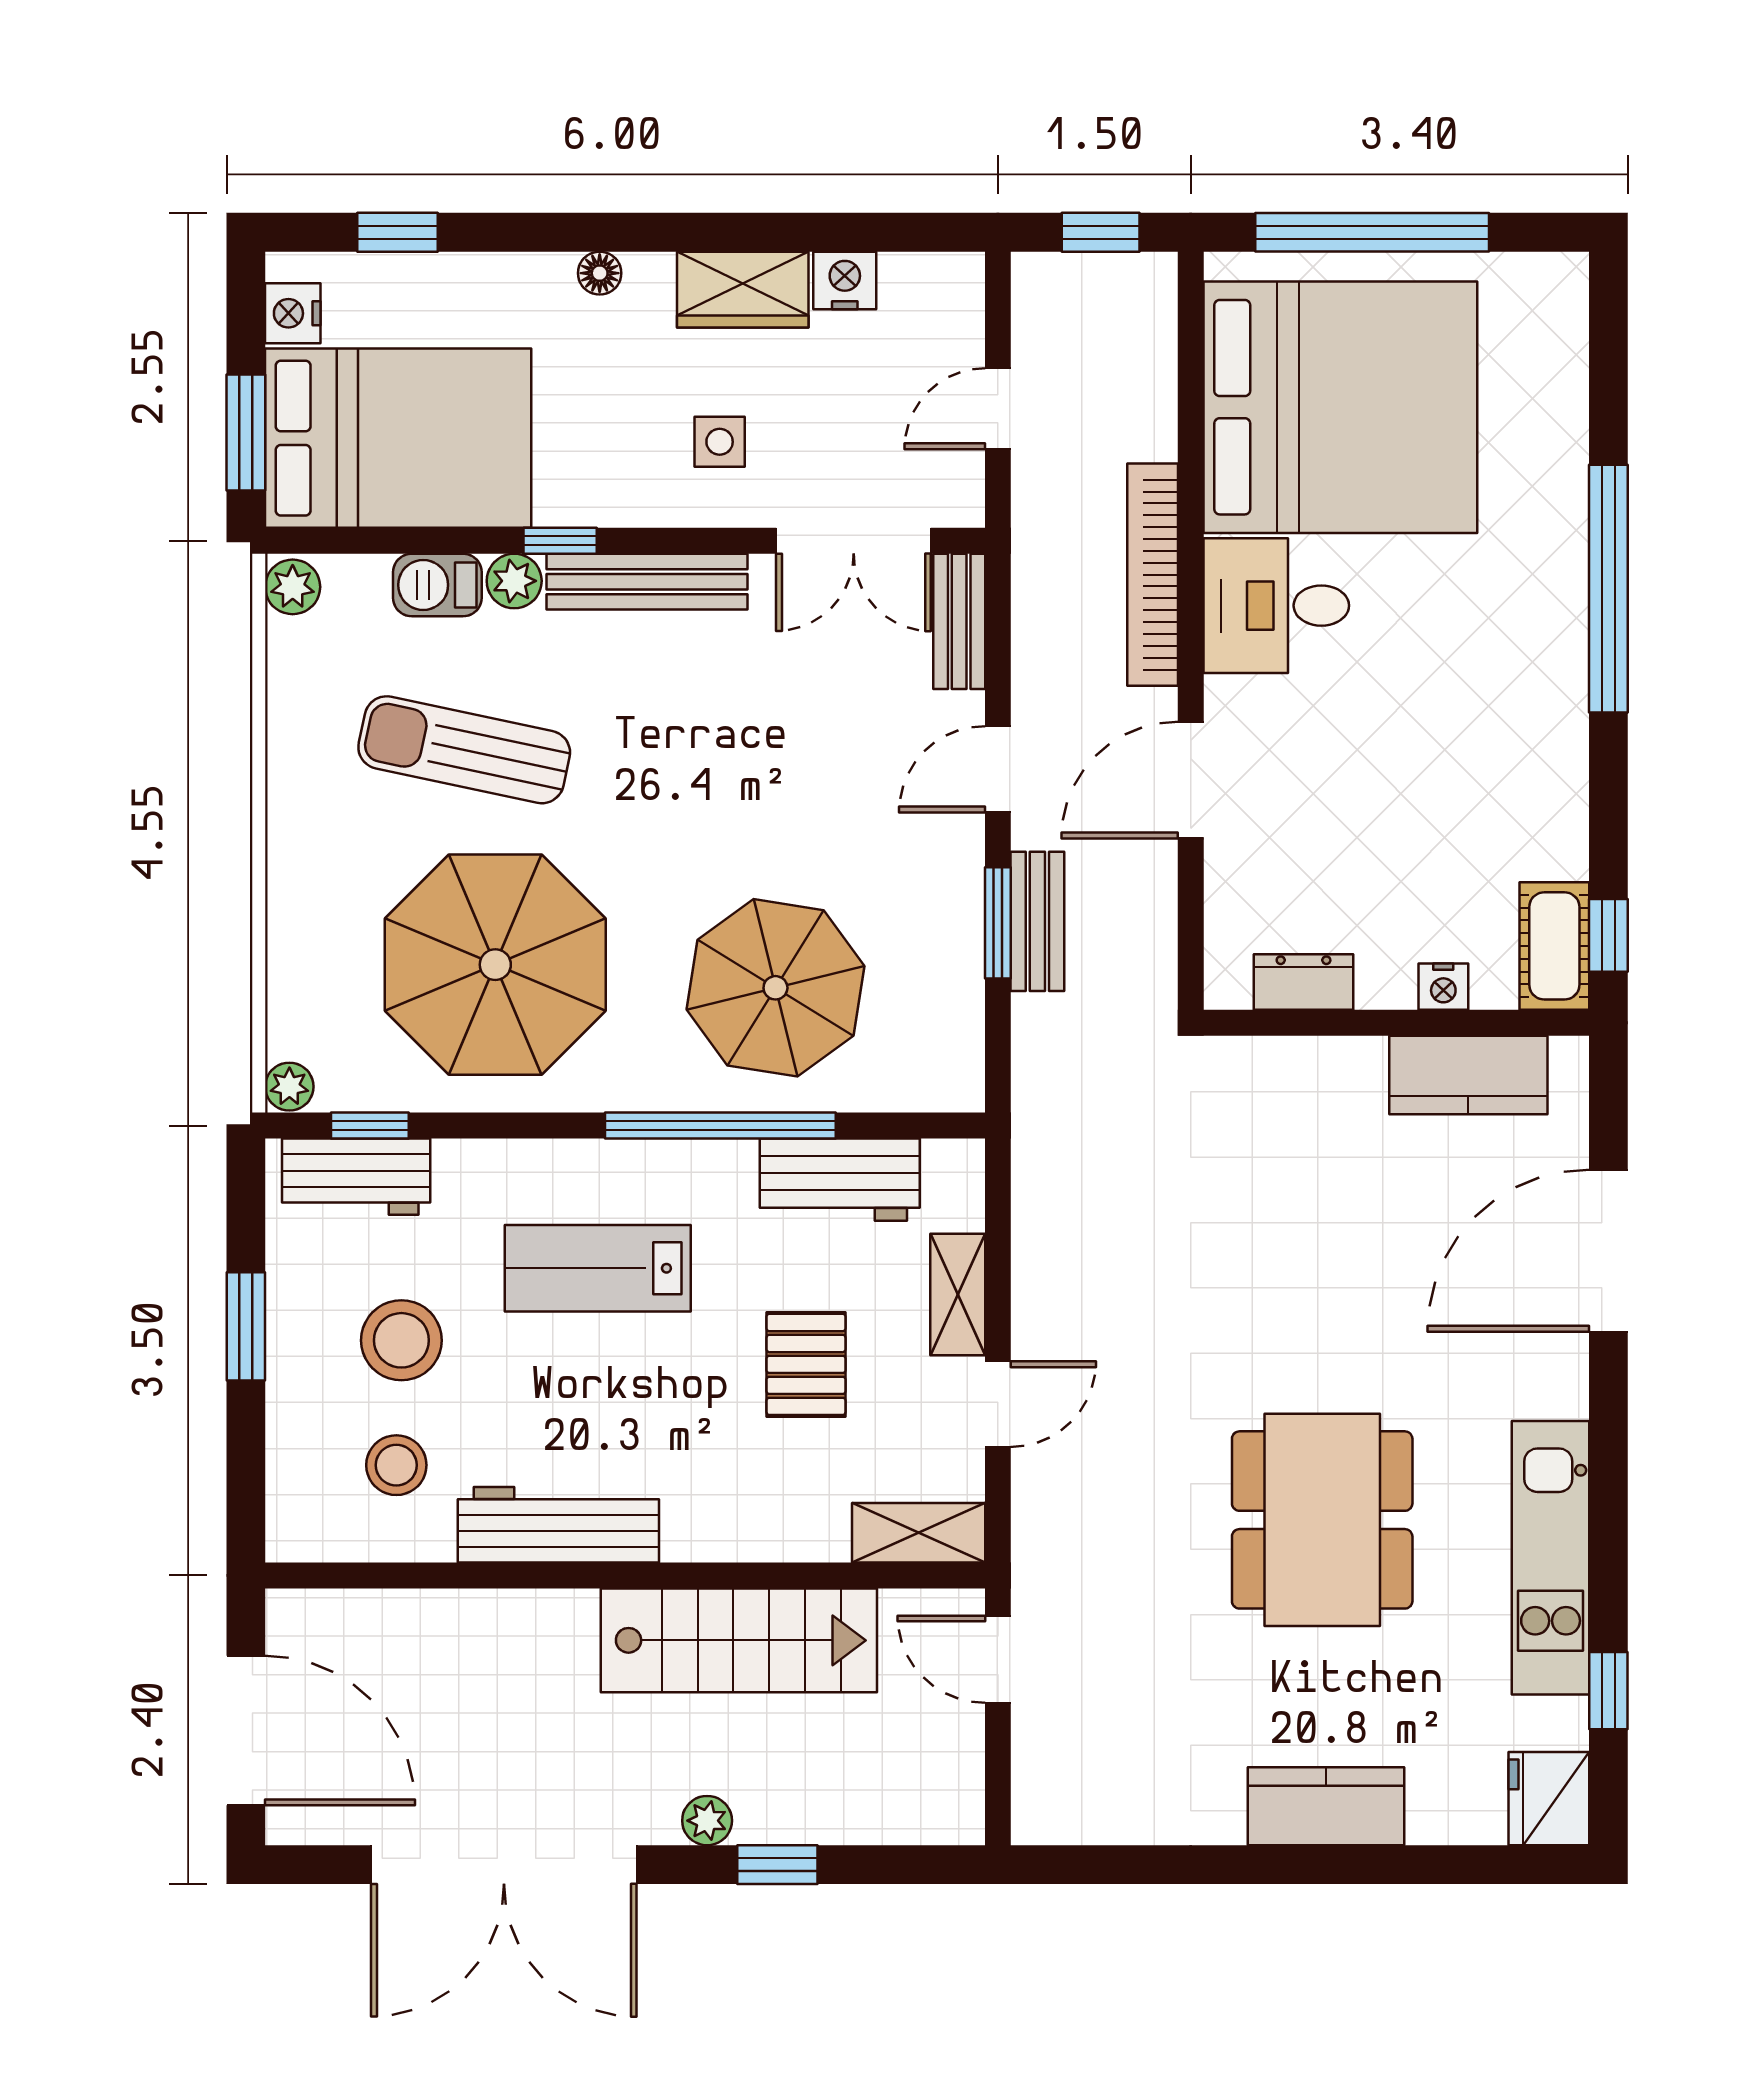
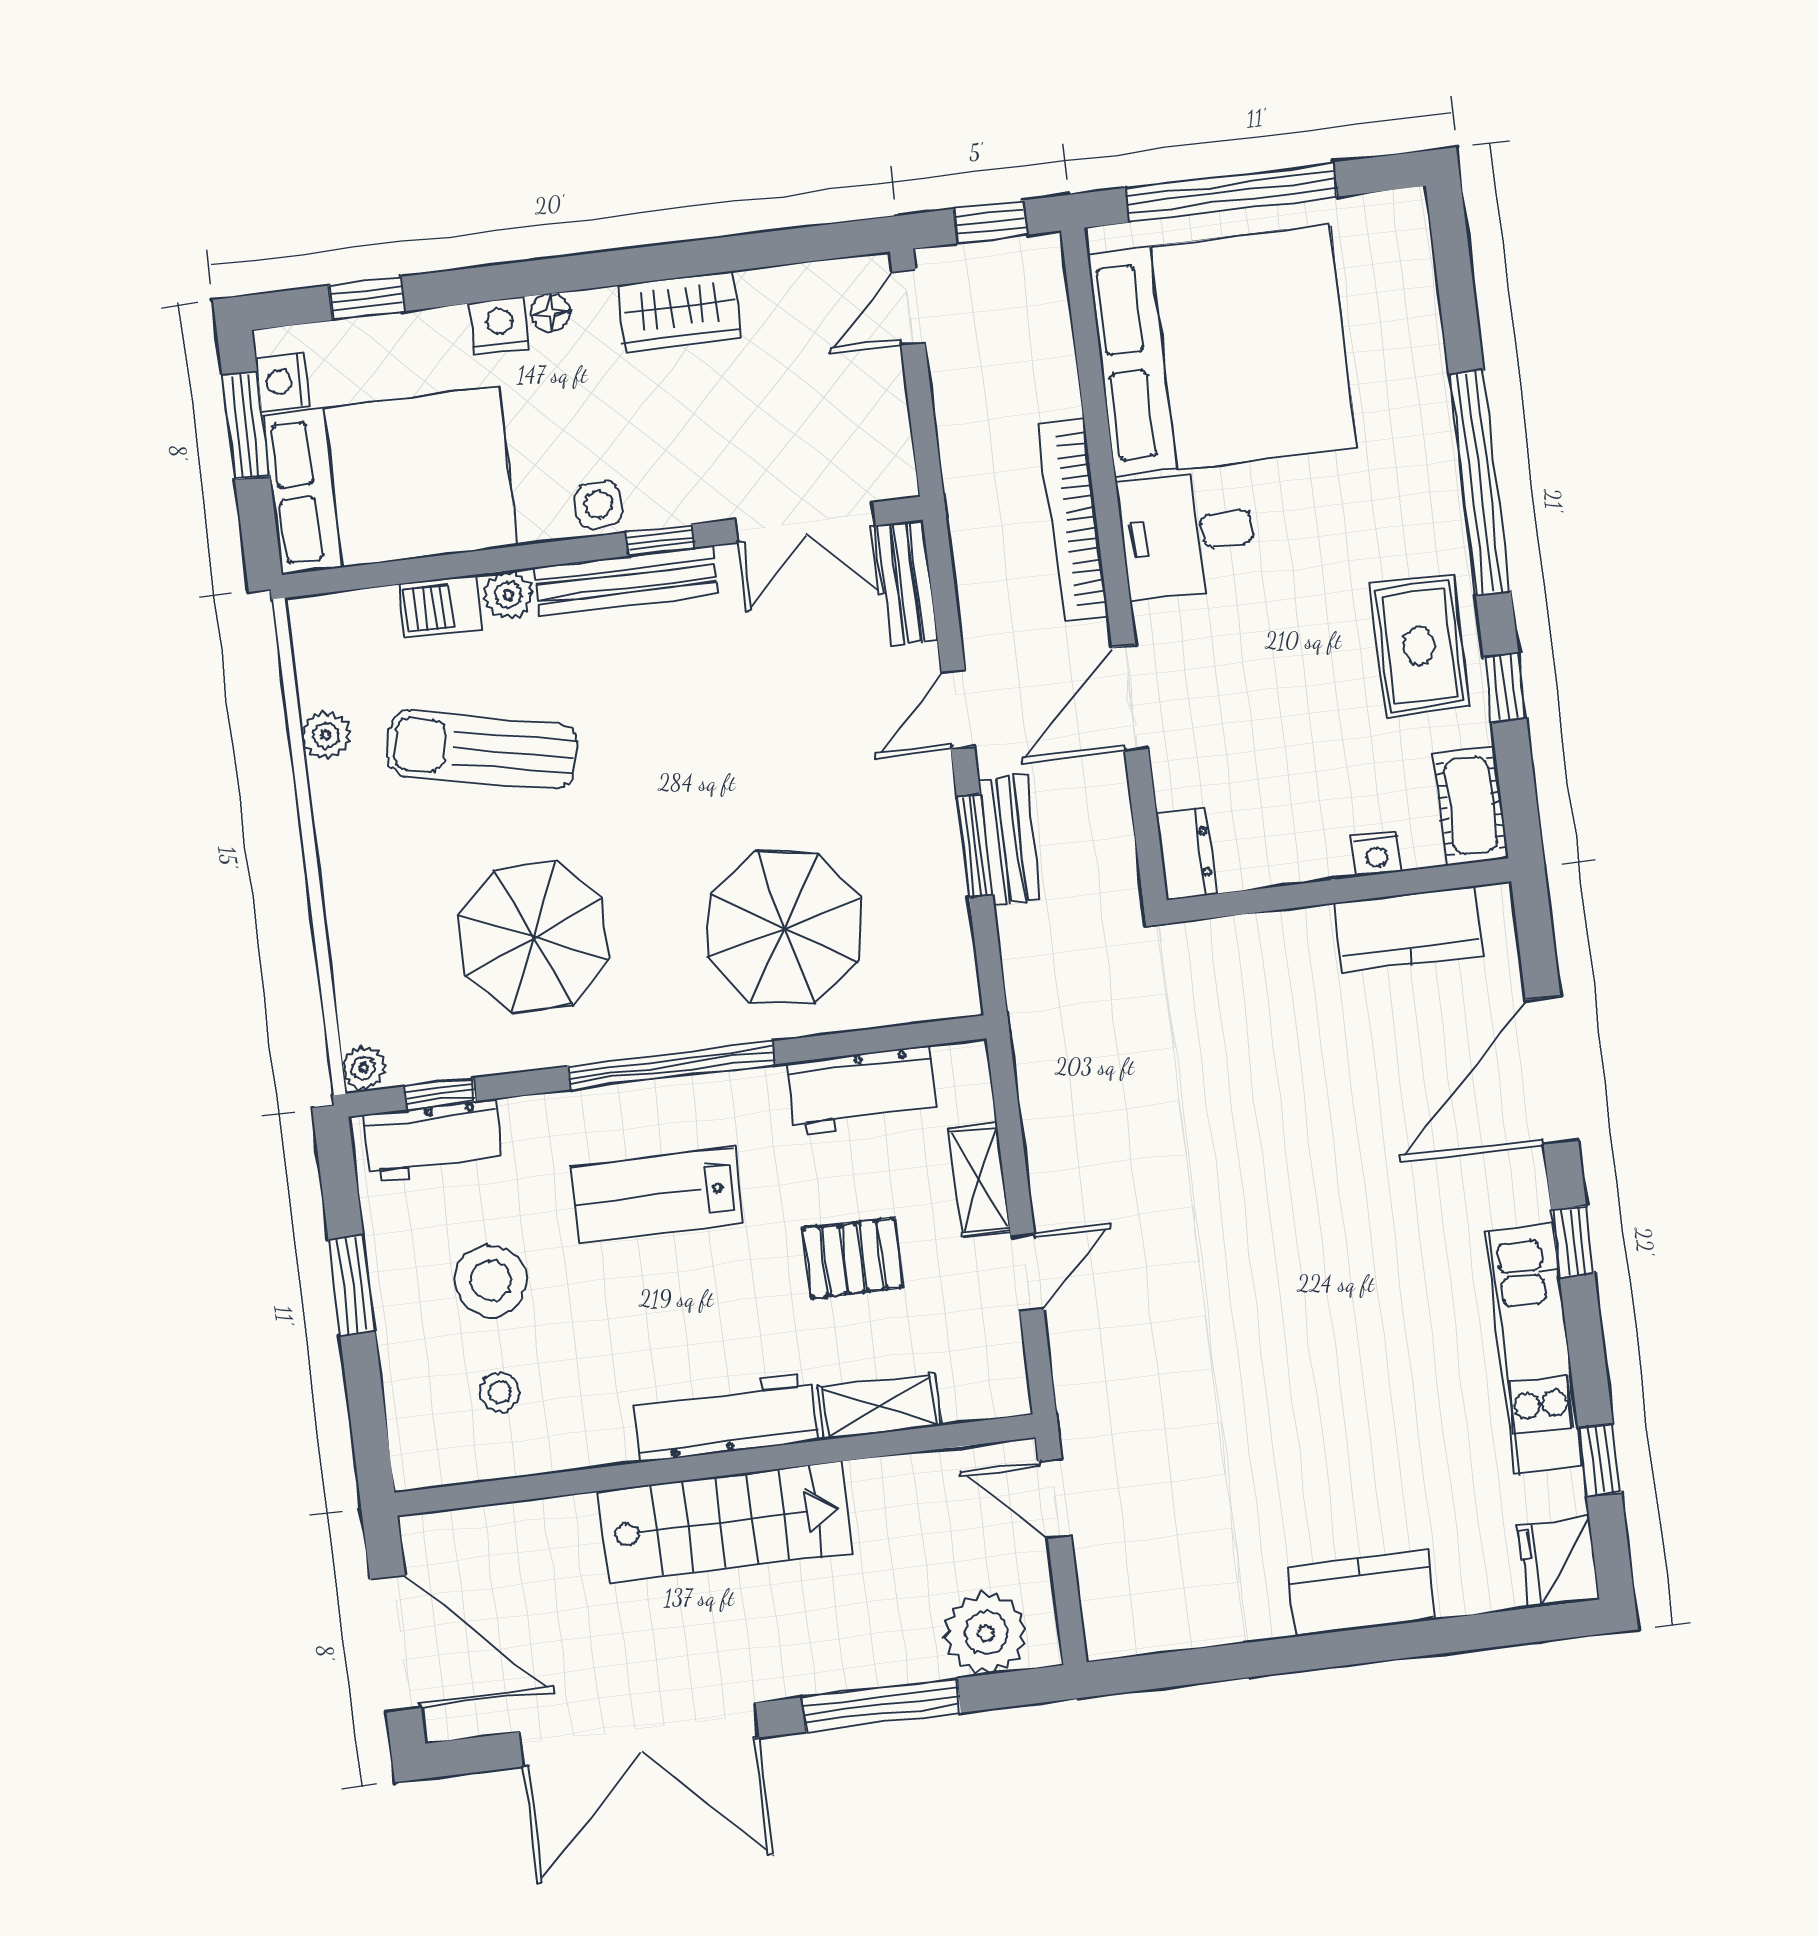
nightstand: (845, 280) -> (500, 325), moved
door: (998, 409) -> (908, 307), moved
window: (246, 432) -> (246, 426), moved
side table: (720, 442) -> (599, 505), moved
window: (560, 541) -> (660, 540), moved
plant: (293, 587) -> (326, 735), moved
rug: (1519, 762) -> (1419, 646), added
window: (1608, 935) -> (1505, 688), moved
parasol: (495, 965) -> (533, 937), width x0.73, depth x0.73
dresser: (1304, 982) -> (1186, 853), moved, turned 90
window: (720, 1126) -> (671, 1065), moved
pallet: (806, 1364) -> (853, 1258), turned 90
window: (1608, 1444) -> (1573, 1242), added
stool: (396, 1465) -> (500, 1392), width x0.73, depth x0.73
dining table: (1322, 1520) -> (1327, 1340), removed
workbench: (558, 1525) -> (726, 1418), moved
shelving: (919, 1533) -> (879, 1406), moved
stairs: (739, 1640) -> (725, 1522), moved
plant: (707, 1821) -> (986, 1633), moved, width x1.88, depth x1.88
window: (777, 1865) -> (882, 1705), width x2.17

